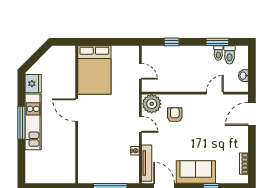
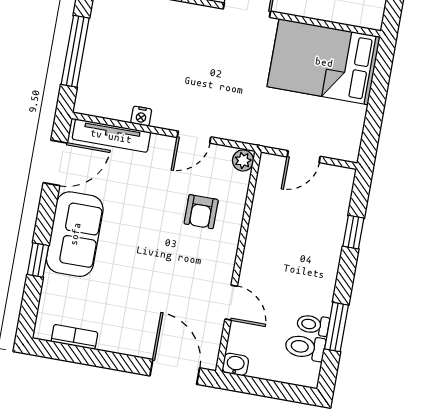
washbasin: (243, 76) -> (235, 364), moved
plant: (152, 104) -> (243, 160), width x0.53, depth x0.53
armchair: (175, 115) -> (201, 212), turned 90

